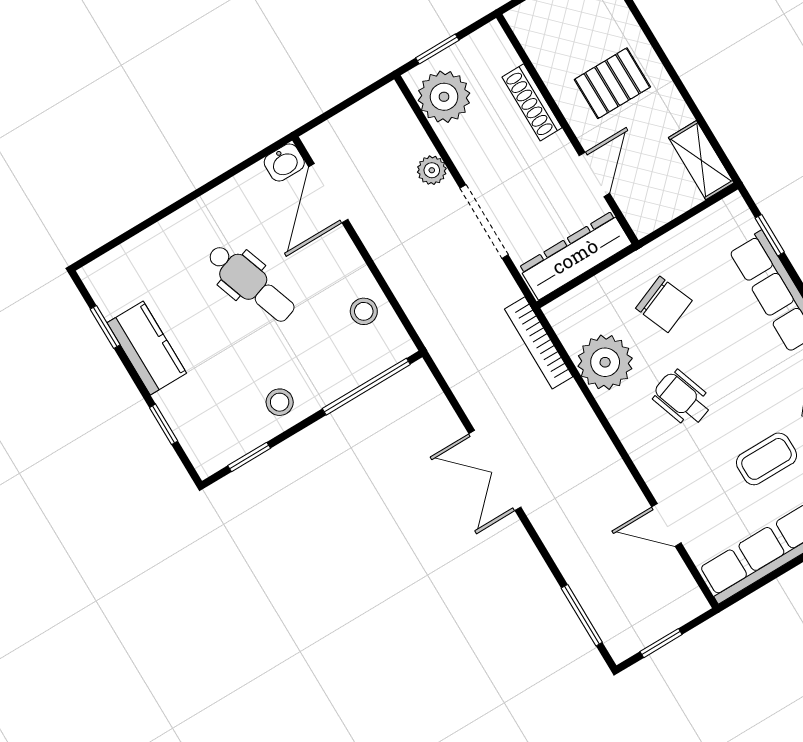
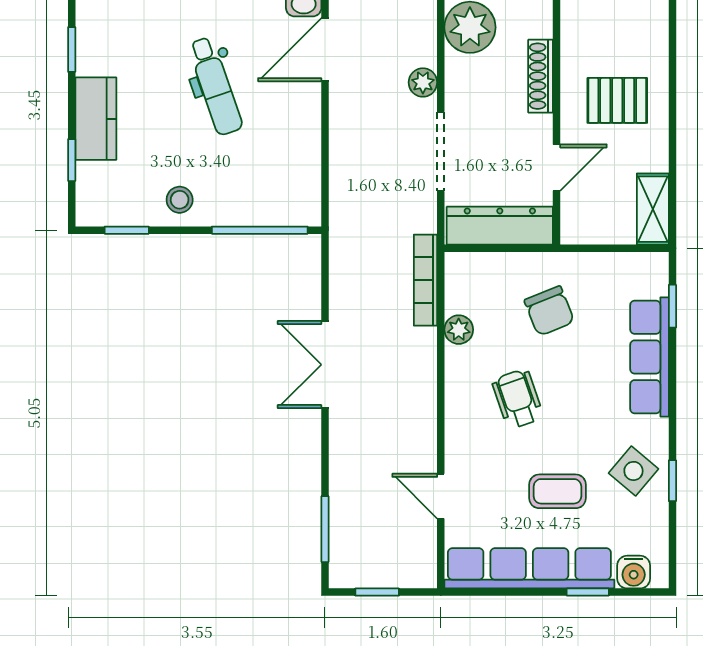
stool: (364, 311) -> (295, 166), removed
kitchen counter: (147, 348) -> (96, 119), moved
plant: (605, 362) -> (459, 330), width x0.53, depth x0.53

